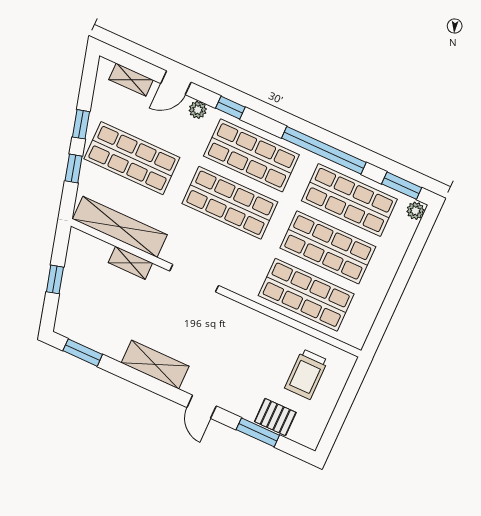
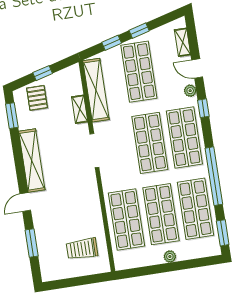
plant: (415, 211) -> (170, 257), moved
shelving: (155, 365) -> (32, 161), width x1.47
pallet: (275, 417) -> (37, 98), moved

